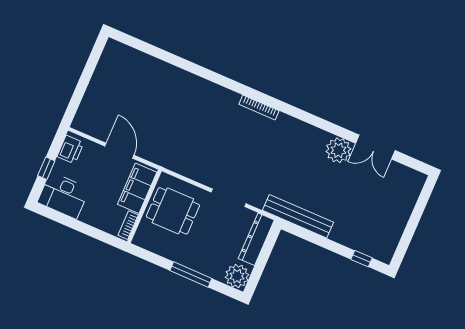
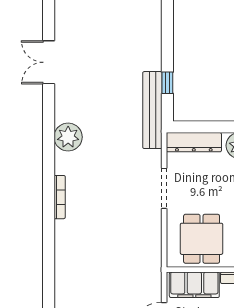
double door: (375, 147) -> (49, 62), swing flipped
plant: (338, 150) -> (68, 137), moved
window: (361, 259) -> (167, 83), moved

